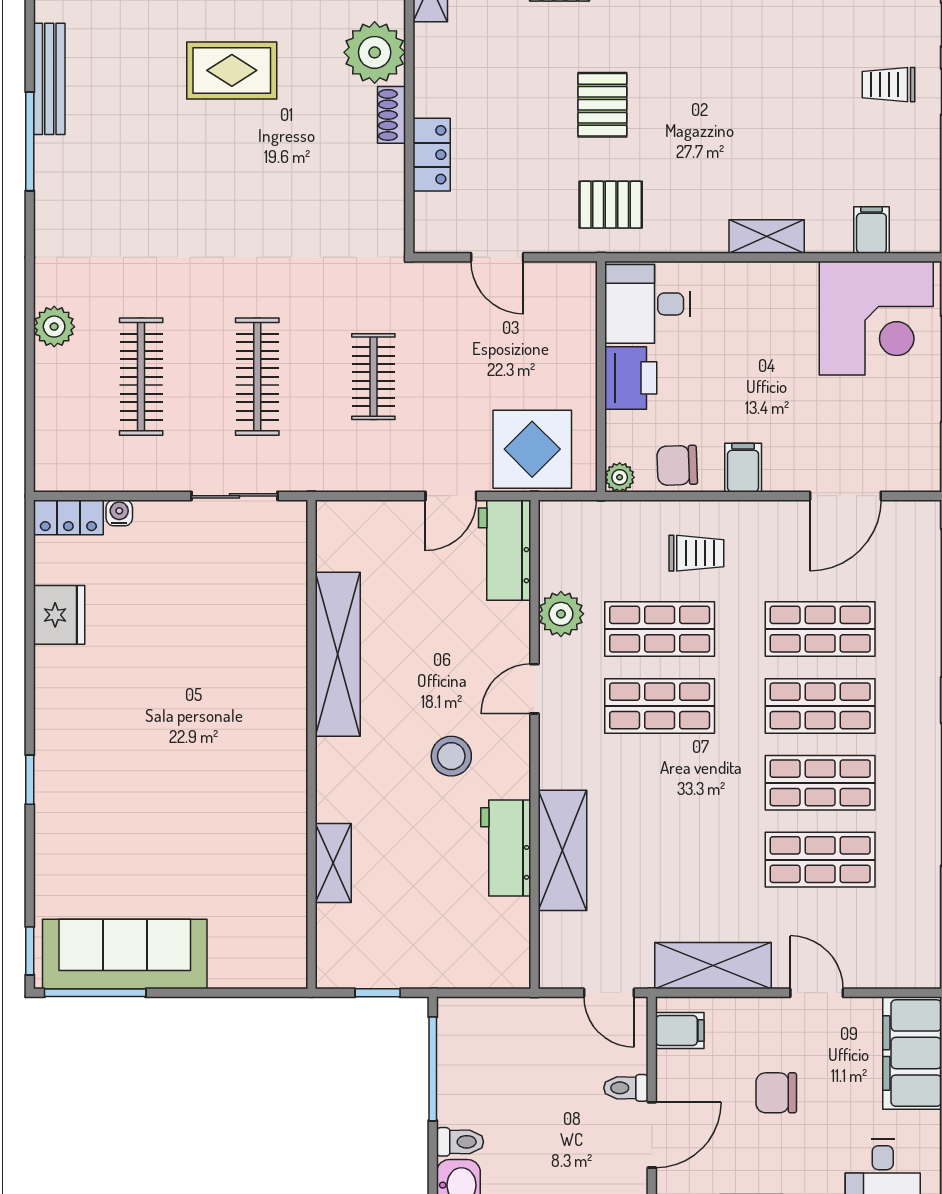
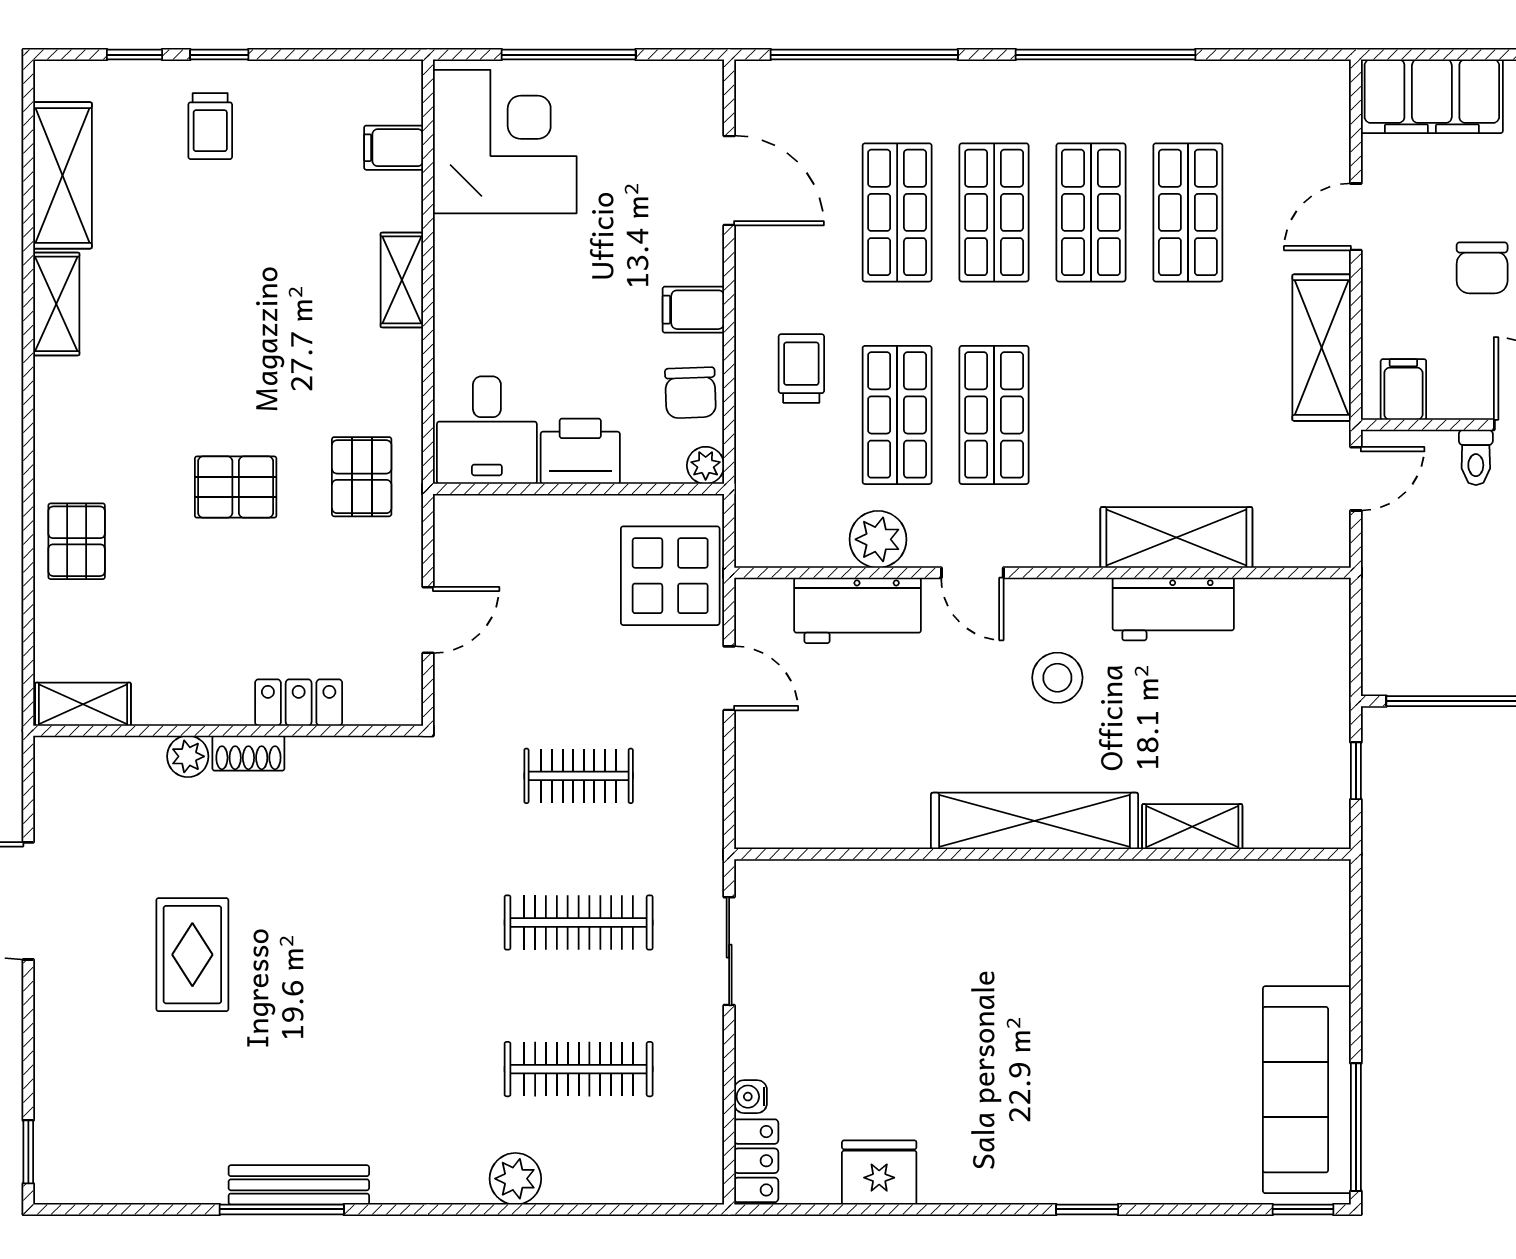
plant: (375, 52) -> (188, 756), width x0.53, depth x0.53
bench: (49, 79) -> (299, 1185), moved
workbench: (505, 550) -> (858, 610), moved
shelving: (338, 654) -> (1035, 821), moved

